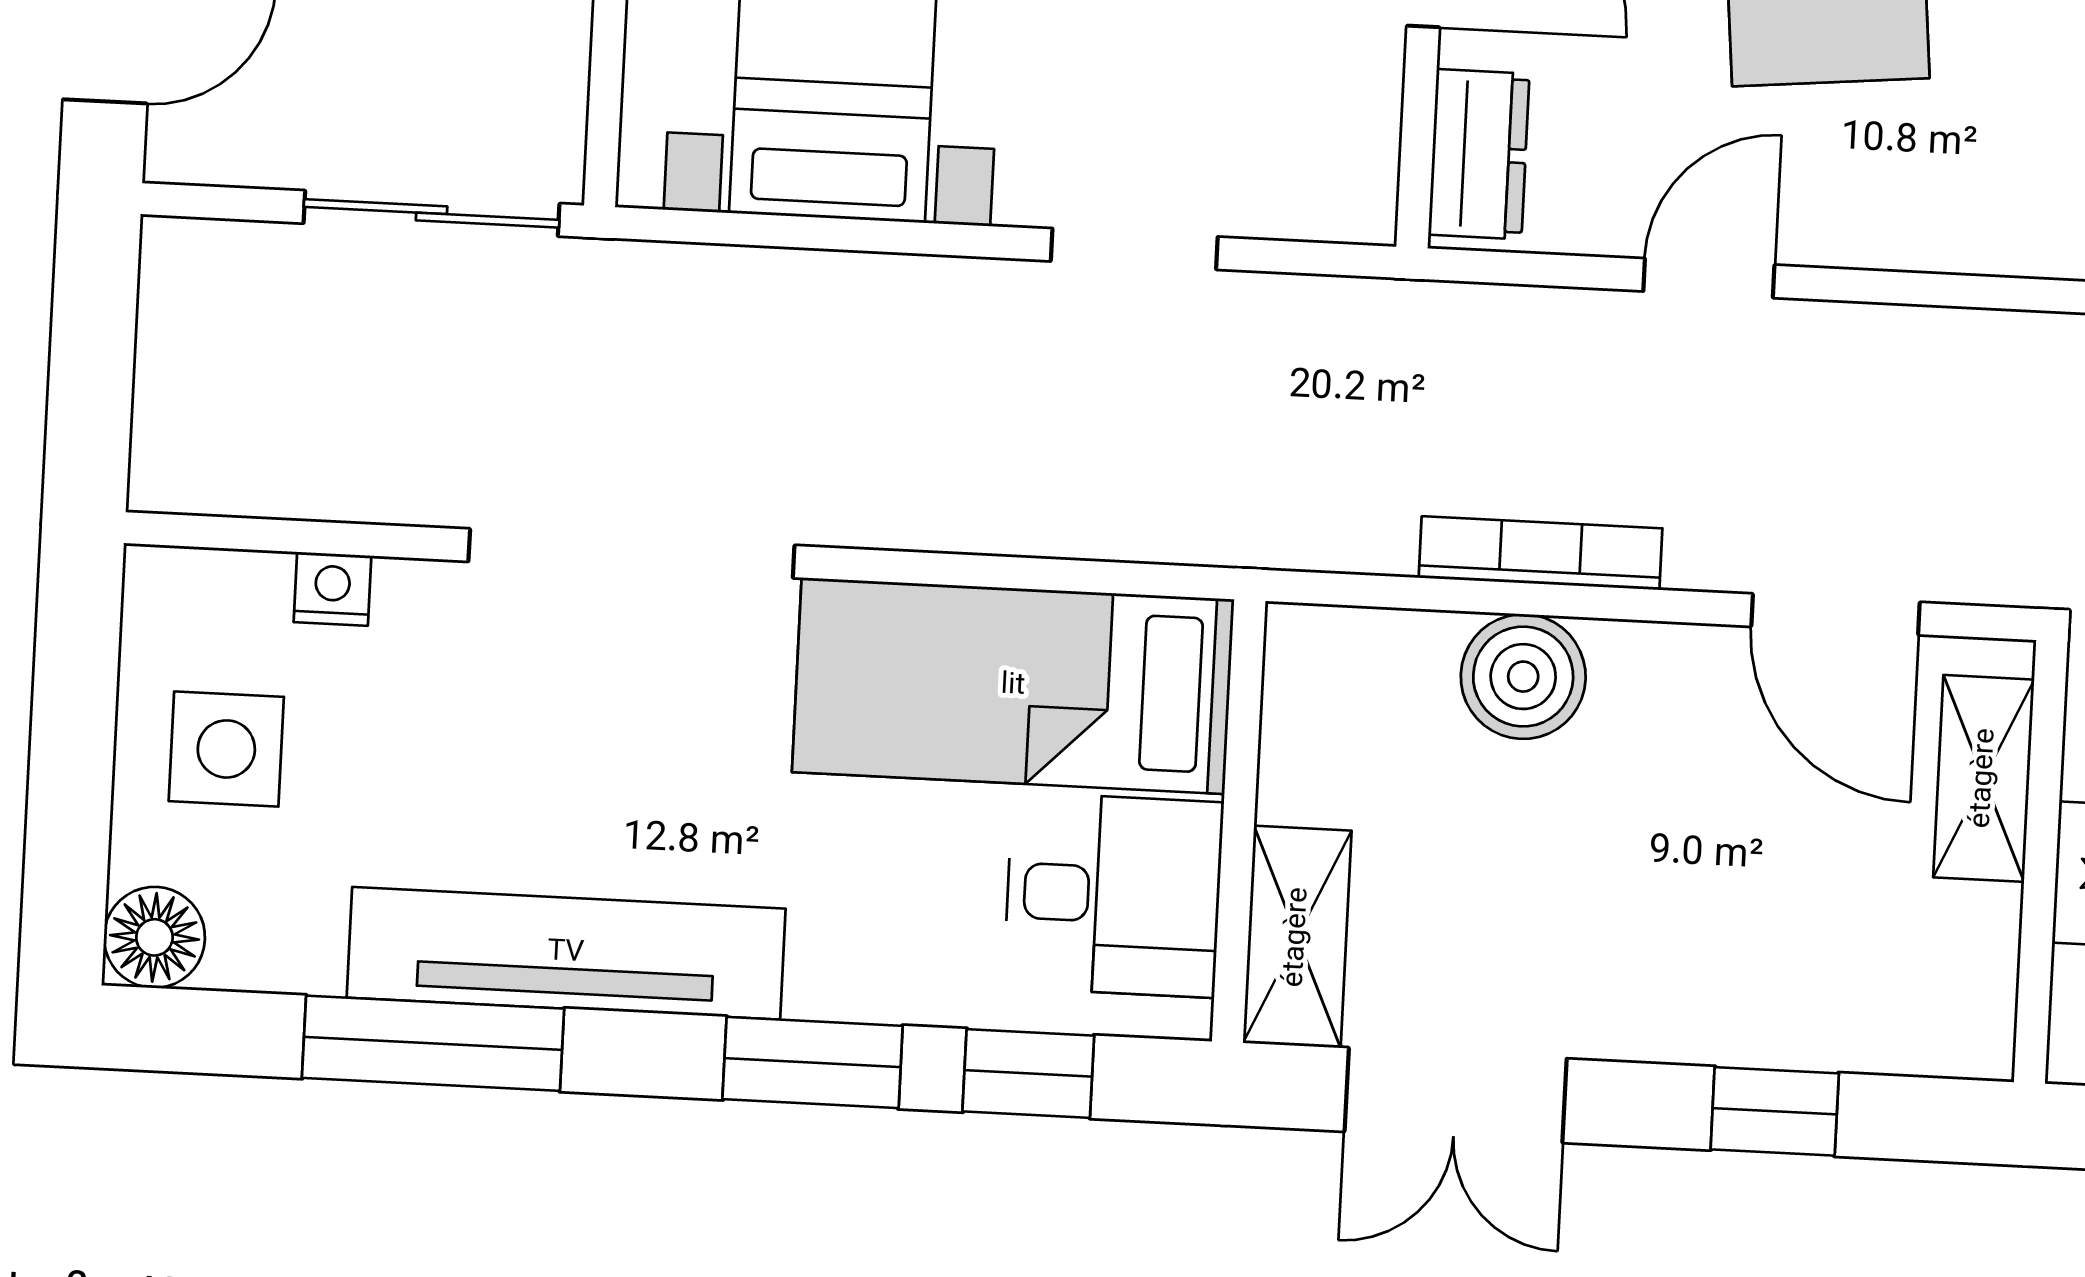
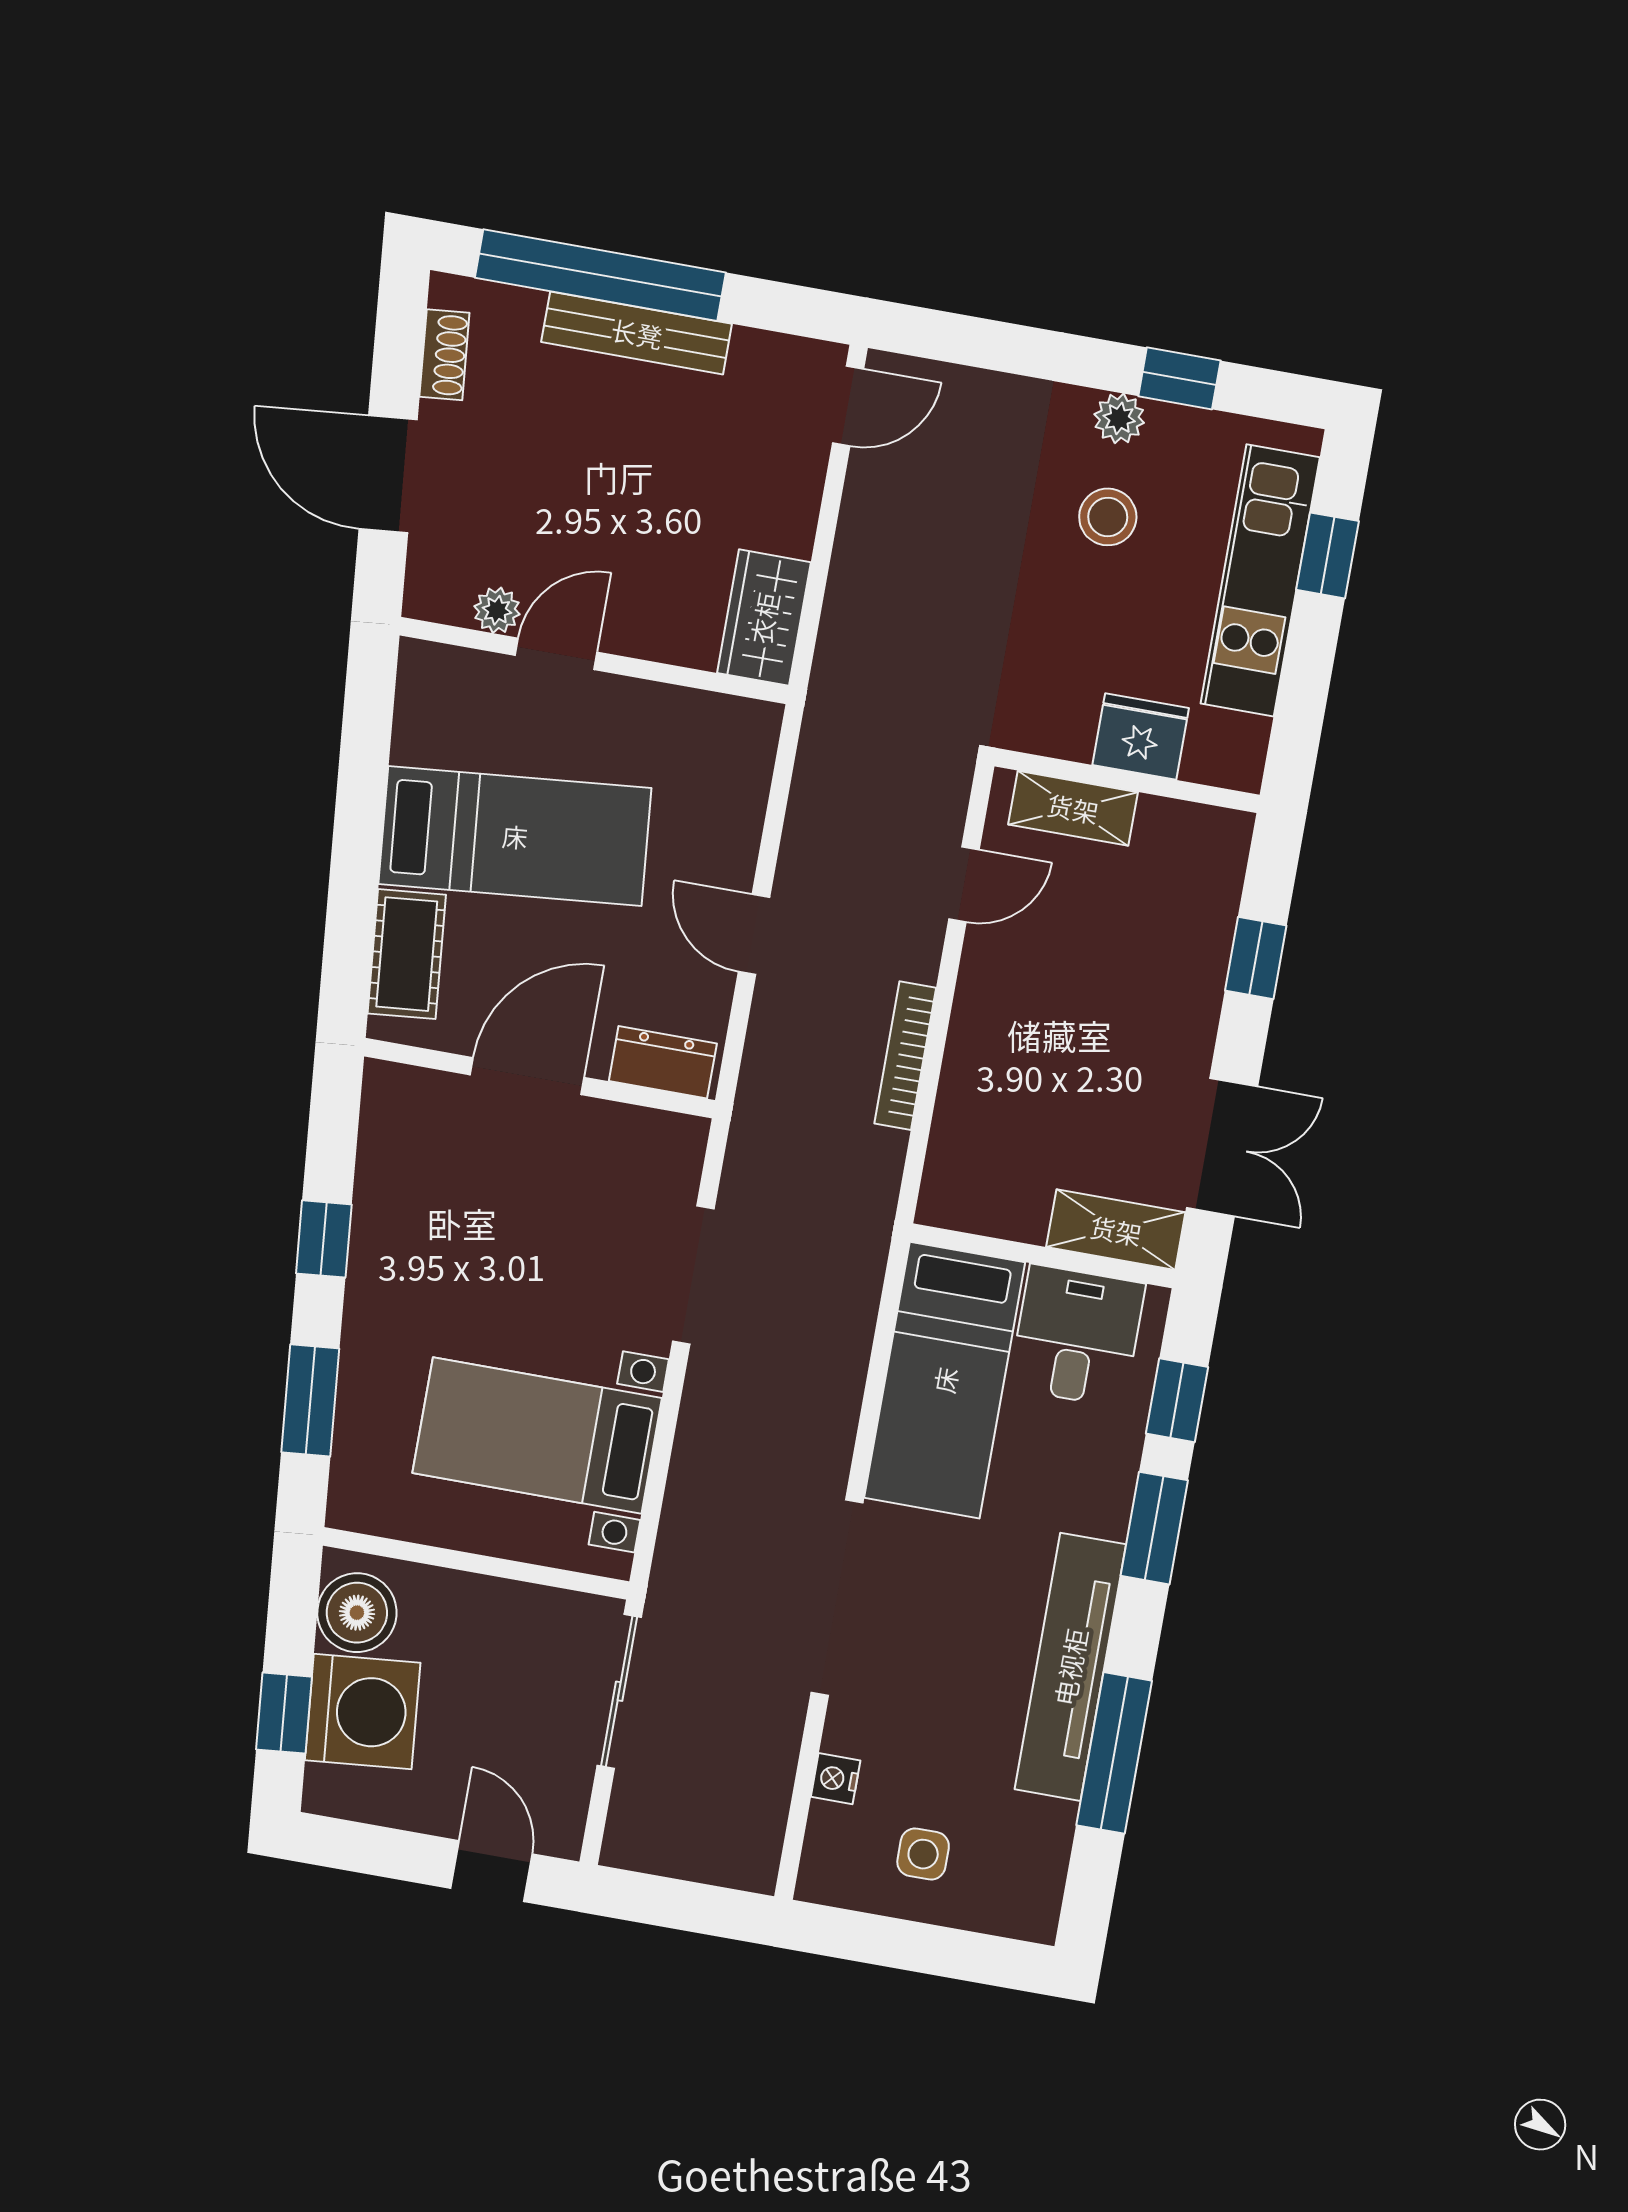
doorway: (1134, 249) -> (693, 1275), width x1.38
door: (1836, 614) -> (964, 884), width x0.73
boiler: (1523, 677) -> (978, 1075), removed
side table: (226, 749) -> (923, 1854), width x0.73, depth x0.73
floor lamp: (154, 937) -> (1030, 1911), removed

